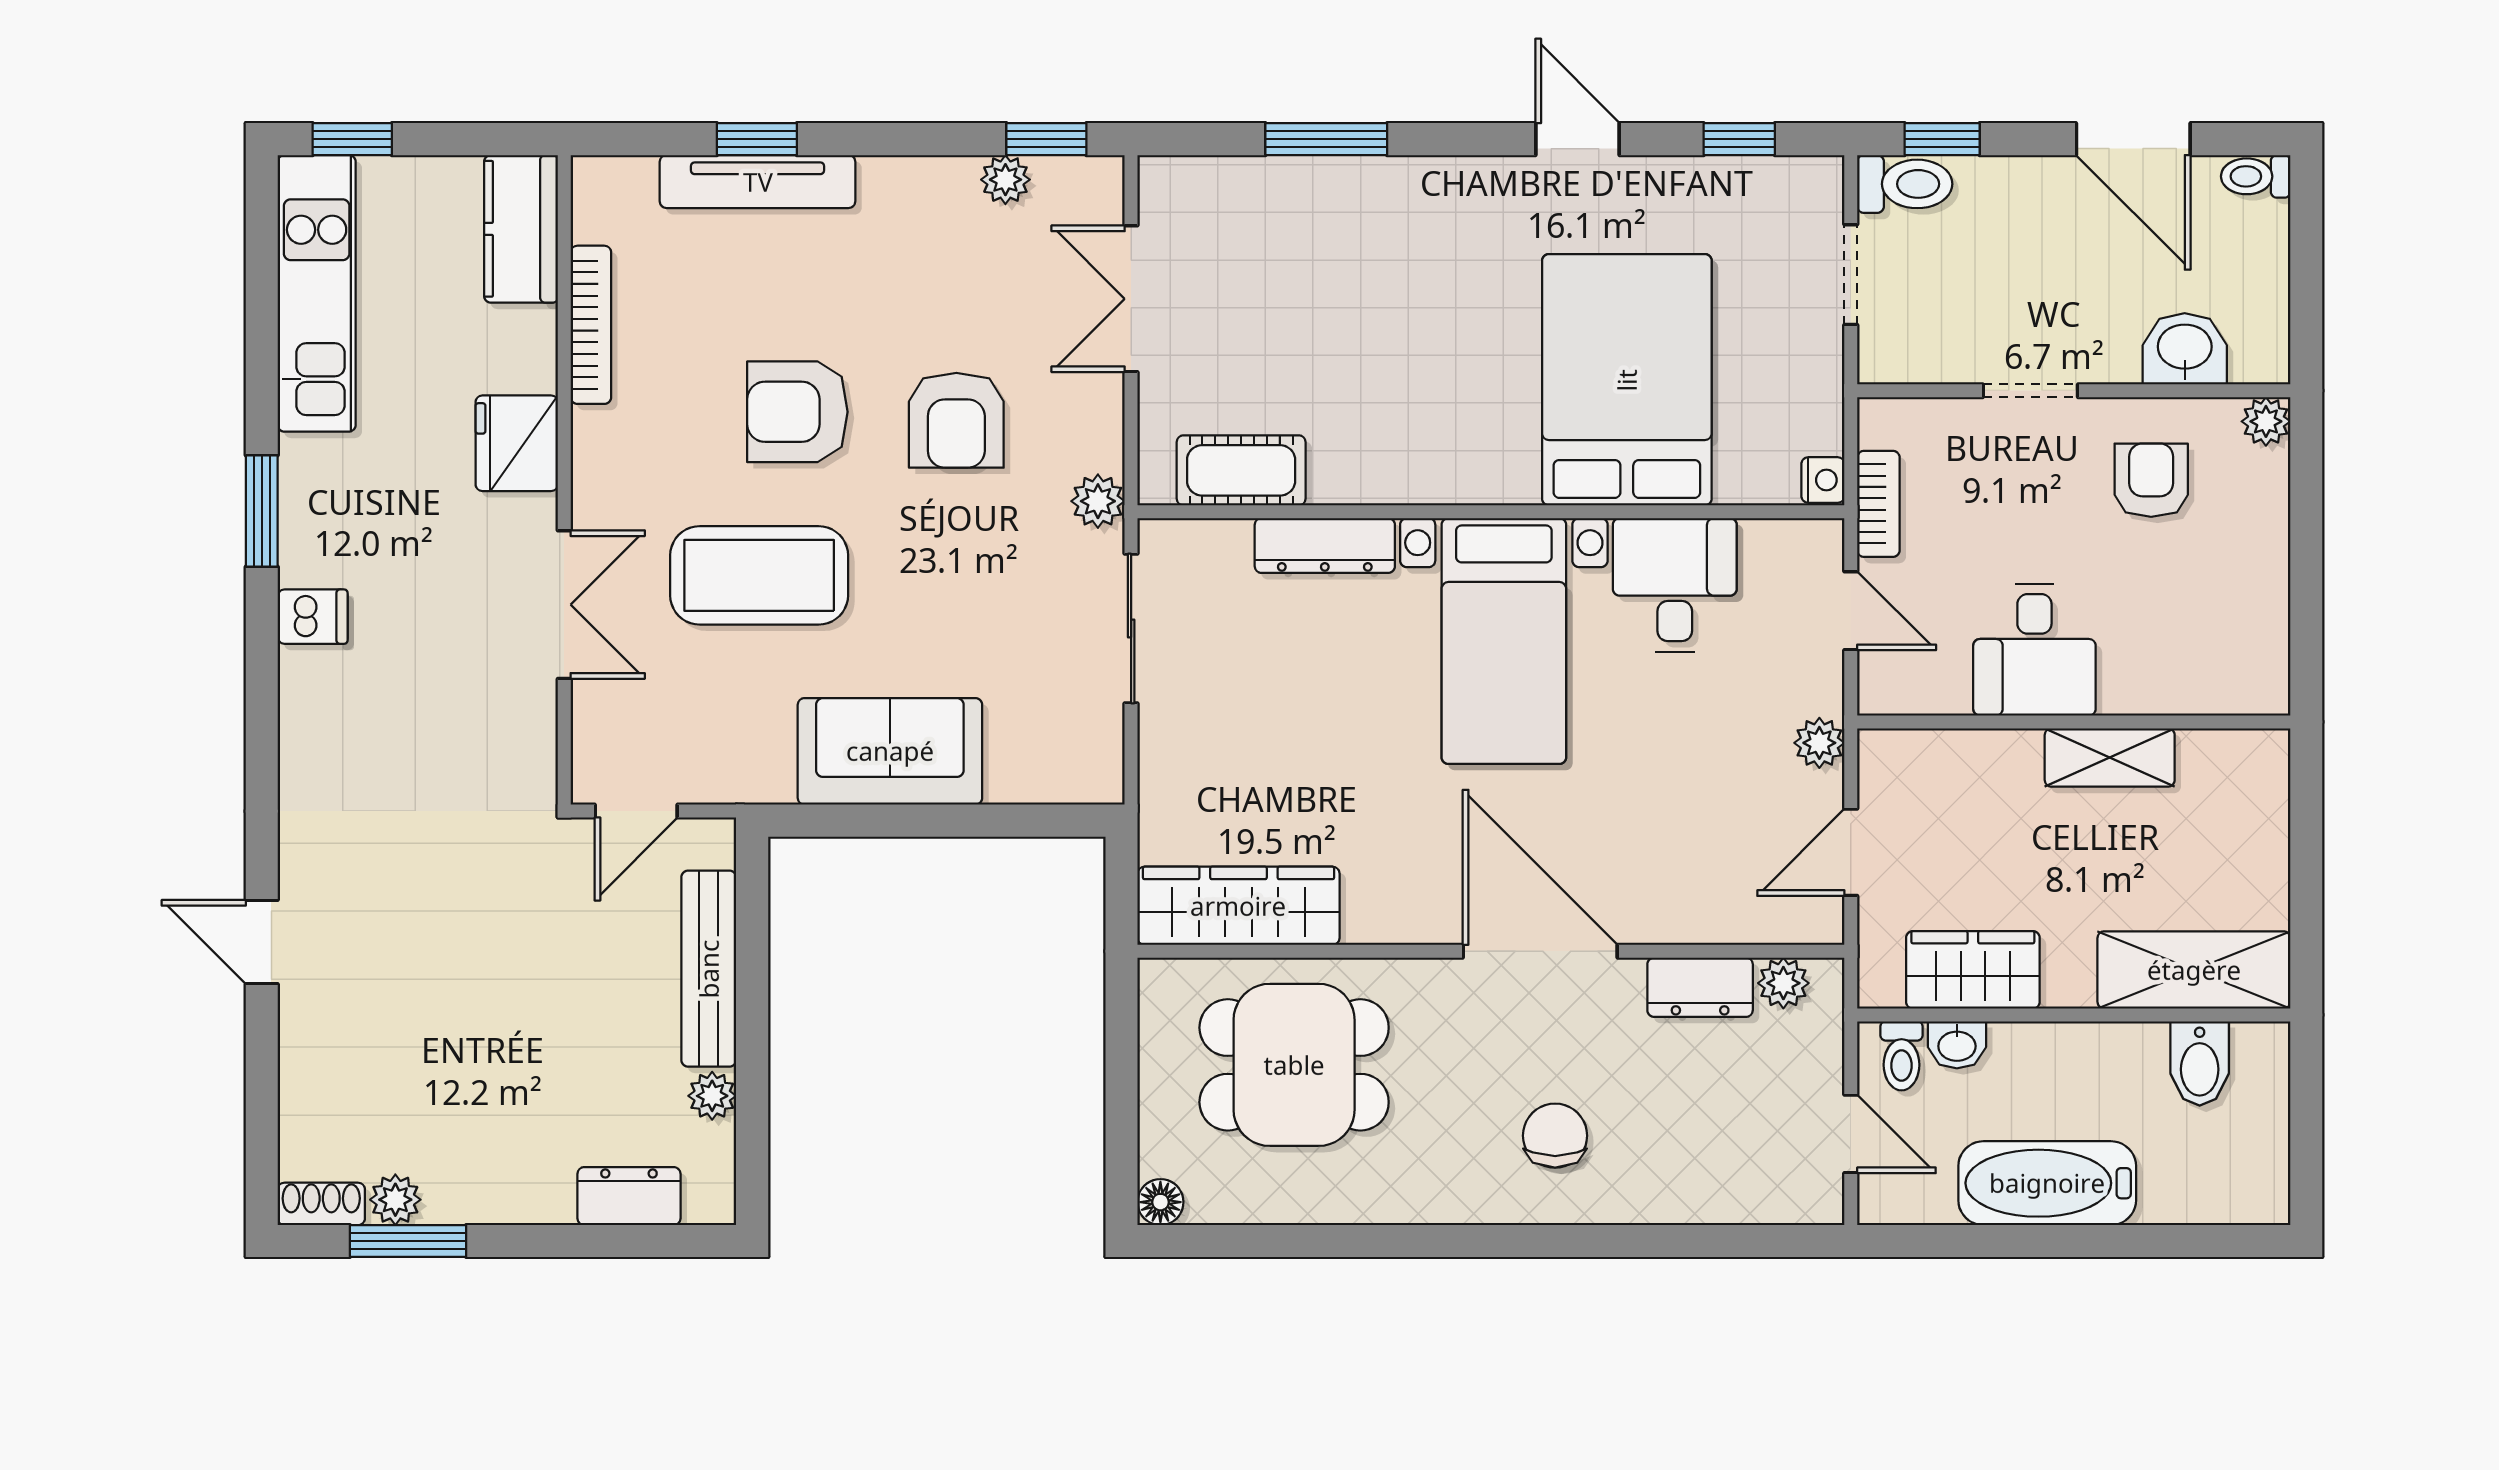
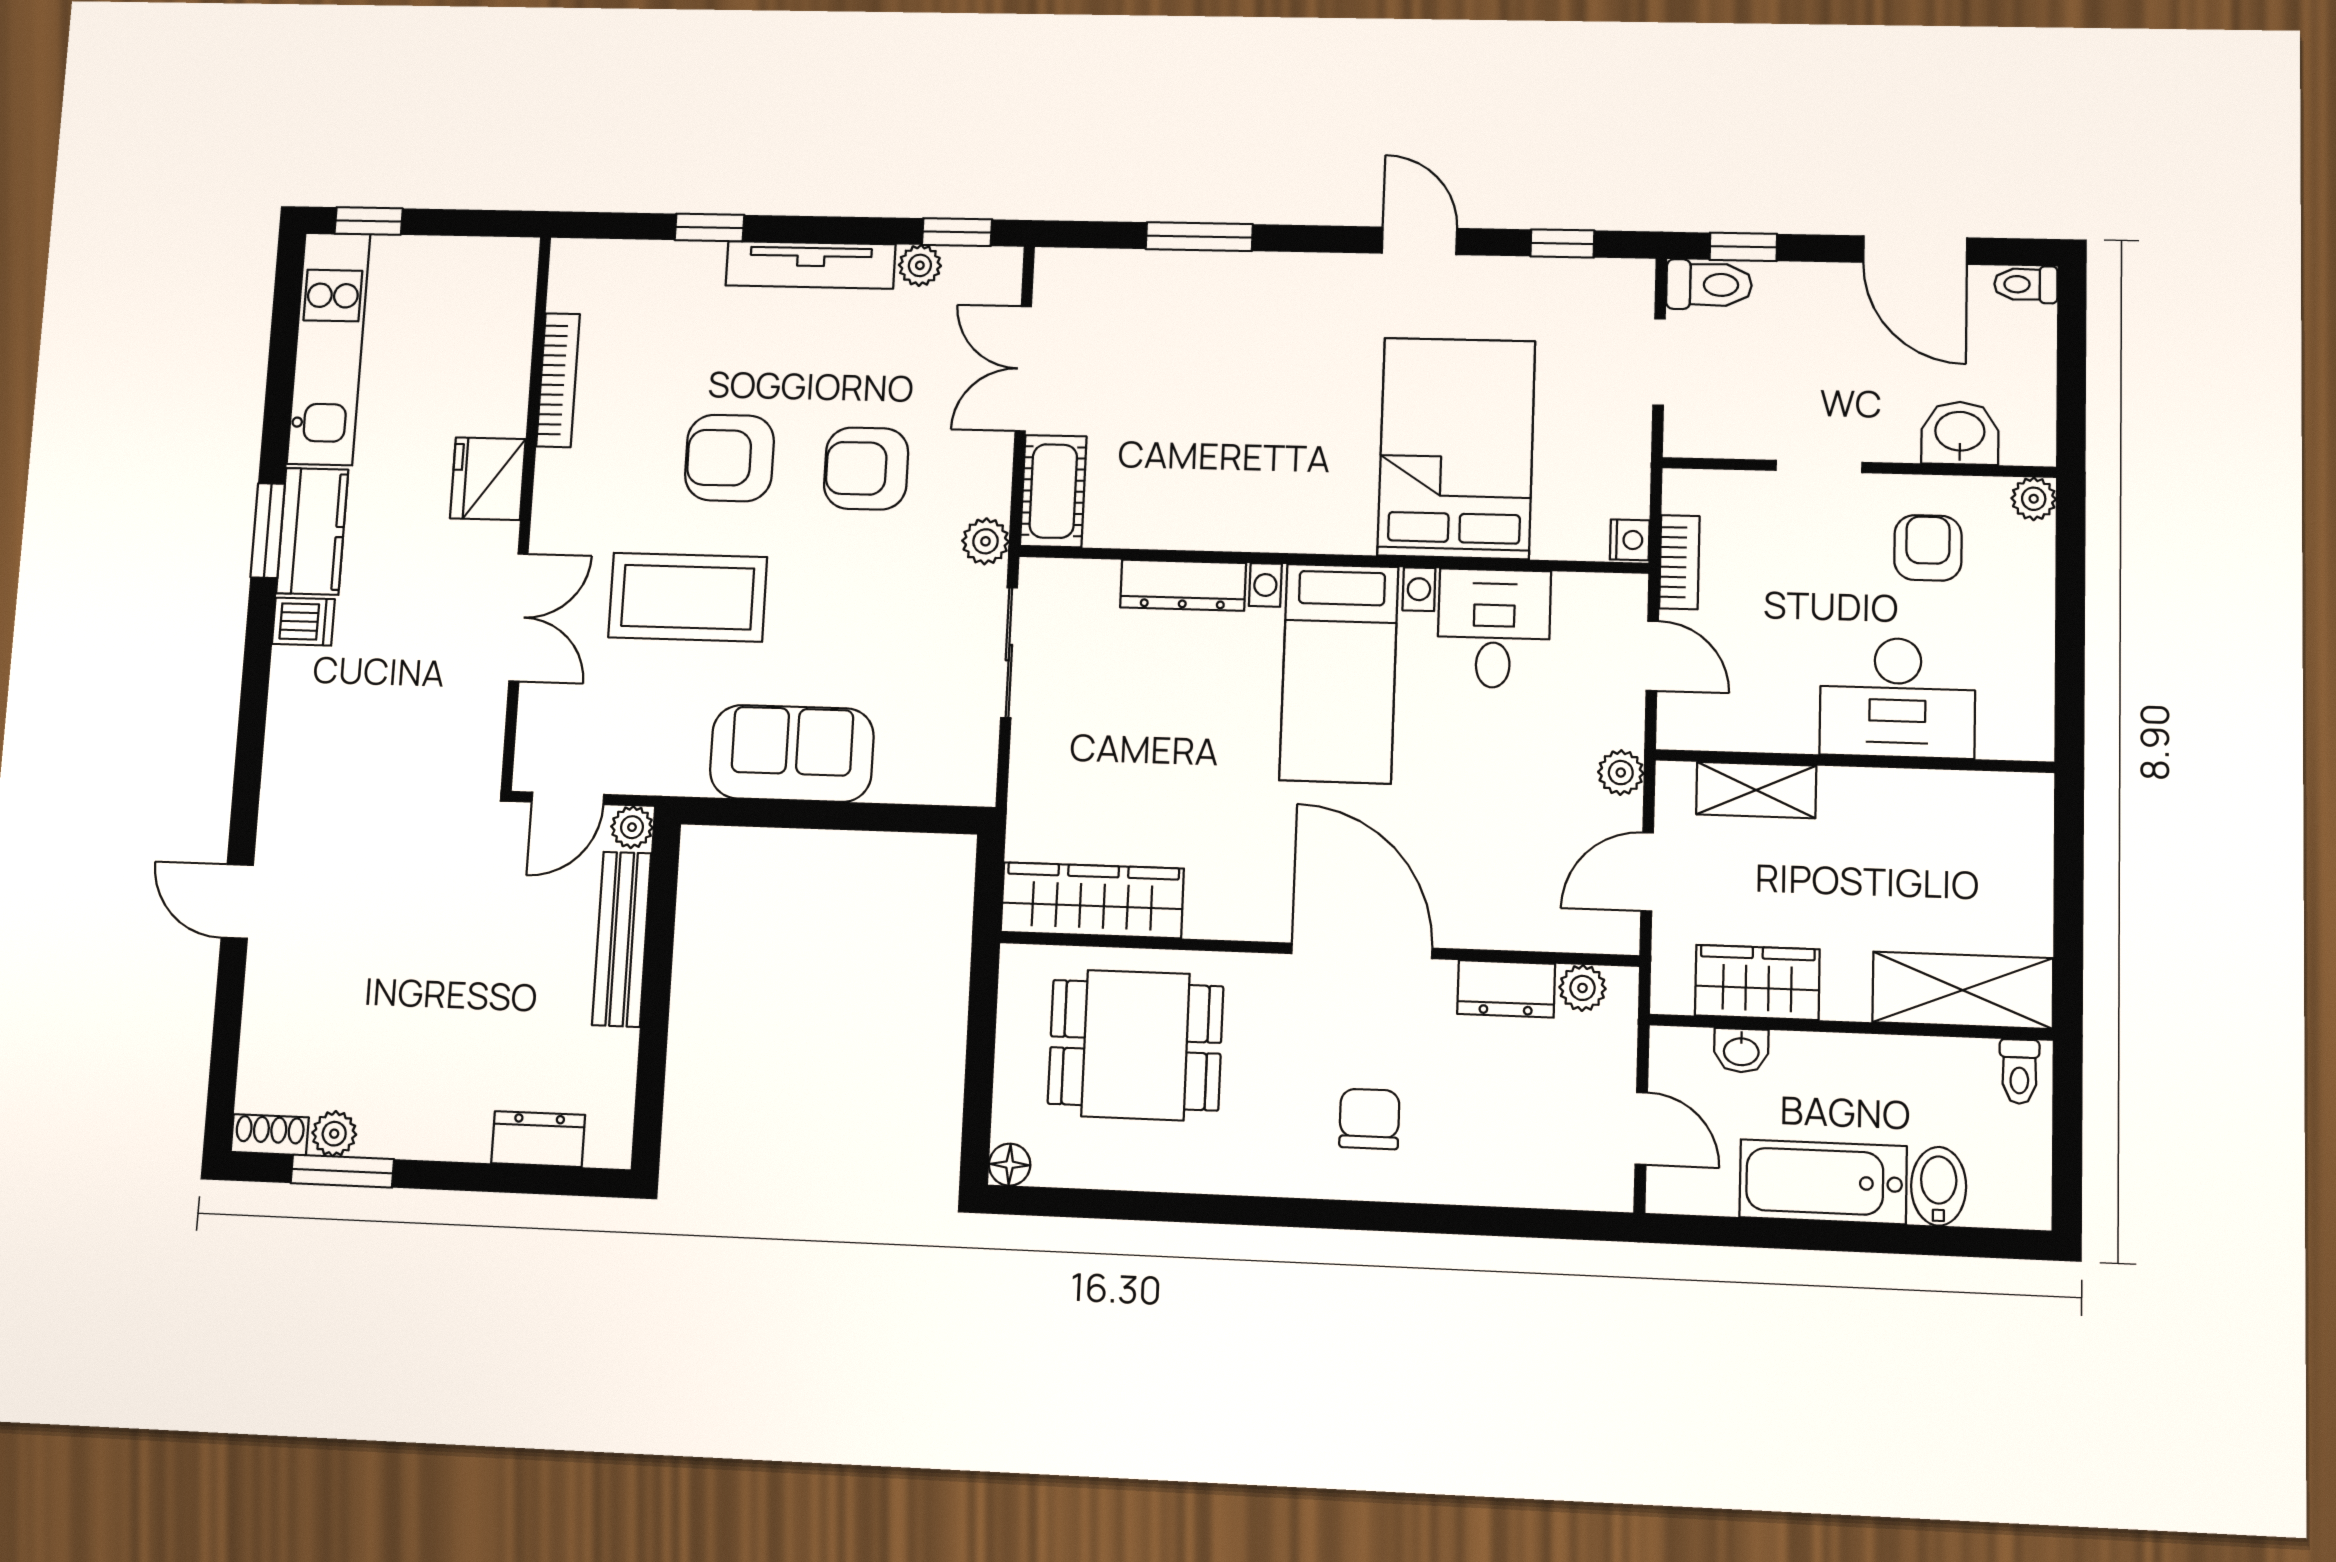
tv unit: (758, 182) -> (810, 265), moved
kitchen counter: (521, 229) -> (312, 531), moved, turned 180
armchair: (956, 420) -> (866, 469), turned 90
cot: (1241, 470) -> (1053, 491), moved, turned 90
desk: (2034, 650) -> (1897, 698), moved, width x1.37
shelving: (2110, 758) -> (1756, 790), moved
toilet: (1902, 1056) -> (2019, 1072), moved
bidet: (2200, 1063) -> (1939, 1186), moved, turned 180
plant: (712, 1096) -> (632, 827), moved

